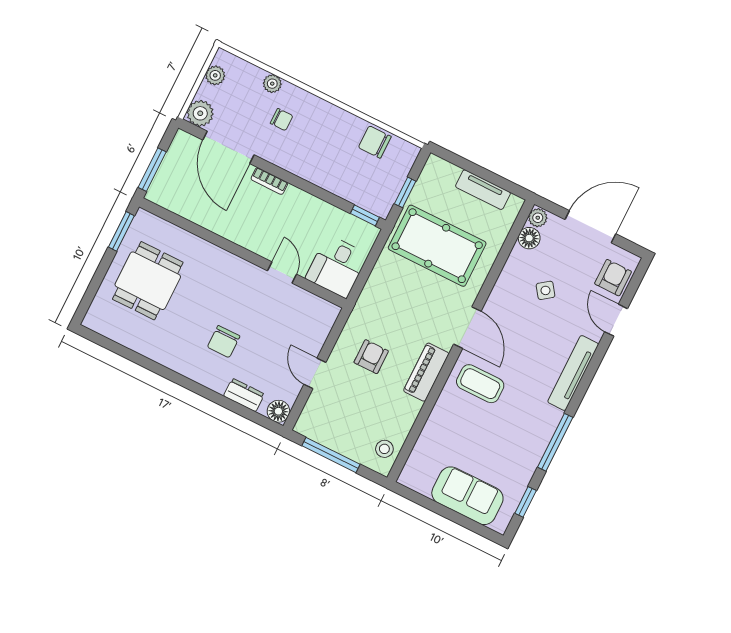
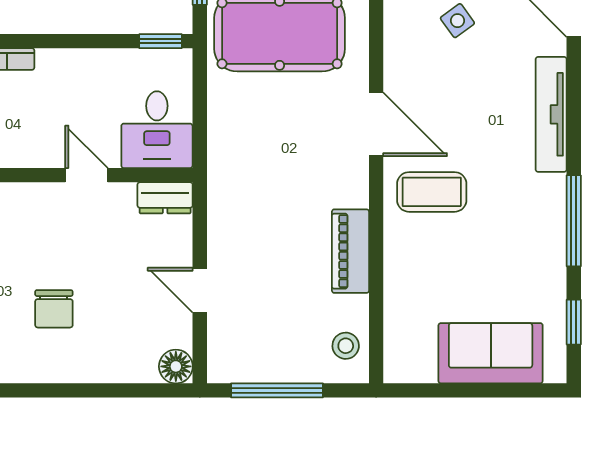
armchair: (371, 357) -> (265, 229), removed
piano: (426, 372) -> (350, 251), moved
dresser: (244, 395) -> (165, 198), moved, turned 180

